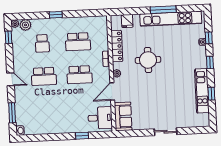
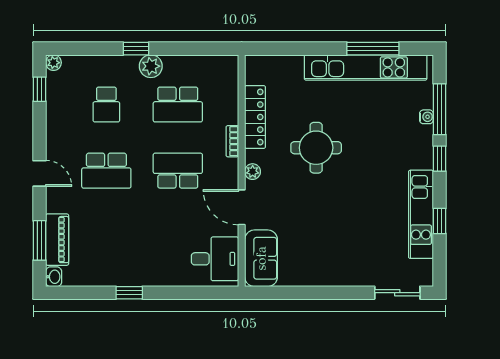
window: (163, 10) -> (373, 49), moved
fridge: (127, 21) -> (278, 68), removed
plant: (25, 25) -> (151, 66), moved
window: (209, 38) -> (440, 109), width x2.17
school desk: (80, 75) -> (178, 171), turned 180
door: (112, 91) -> (242, 207), hinge flipped
piano: (21, 112) -> (57, 240), added
sliding door: (166, 132) -> (397, 293), moved
window: (82, 136) -> (129, 293), moved

